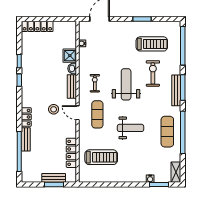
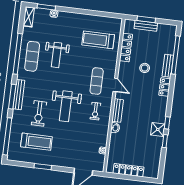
locker: (37, 26) -> (128, 170), moved
treadmill: (152, 44) -> (36, 142), turned 180
shower: (70, 56) -> (158, 129), moved
stool: (54, 109) -> (145, 68), moved
weight bench: (131, 128) -> (57, 55), moved, turned -90

